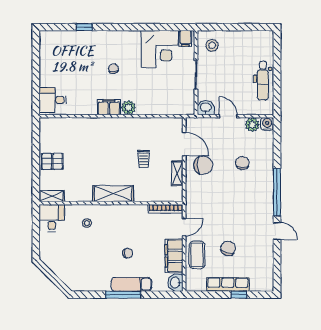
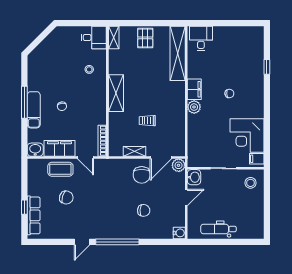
plant: (252, 125) -> (179, 165), moved
shelving: (69, 126) -> (178, 53), added
row of seats: (228, 284) -> (34, 215), moved

